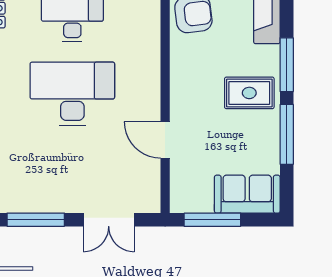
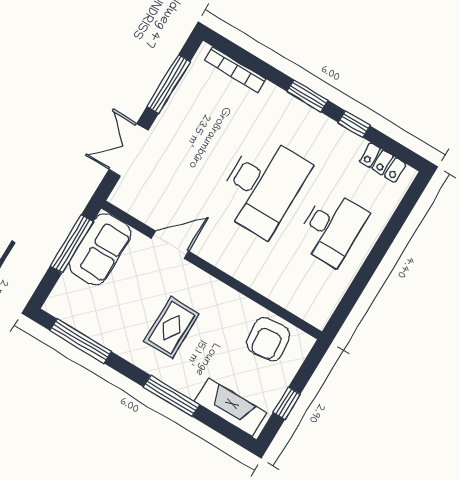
rug: (249, 93) -> (172, 328), moved
window: (287, 134) -> (81, 341), moved
sofa: (247, 194) -> (100, 249), moved

